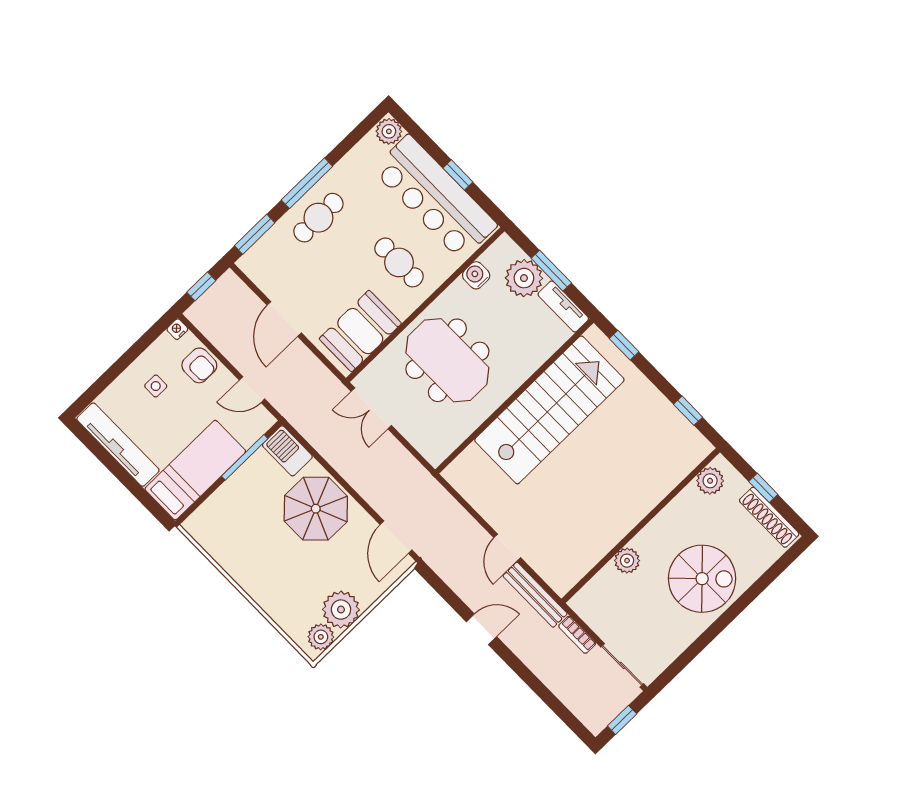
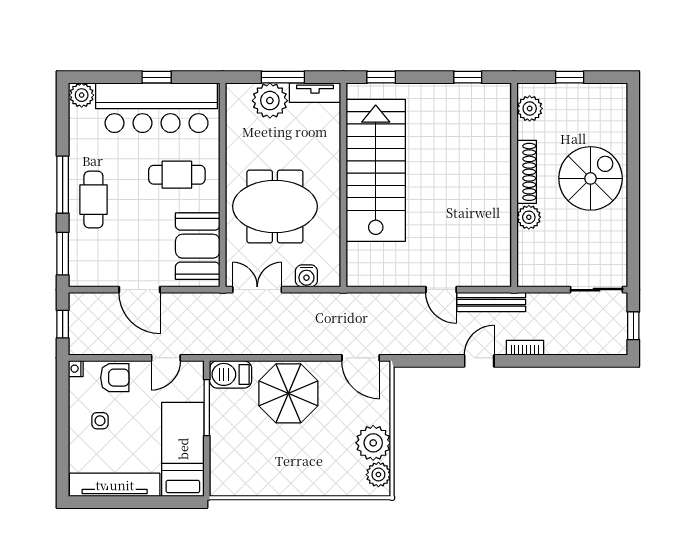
water cooler: (476, 275) -> (306, 276), moved, turned -90
double door: (371, 408) -> (257, 290), swing flipped
shoe rack: (769, 517) -> (527, 172), moved, turned -90
bookcase: (577, 635) -> (525, 348), moved, turned 180

